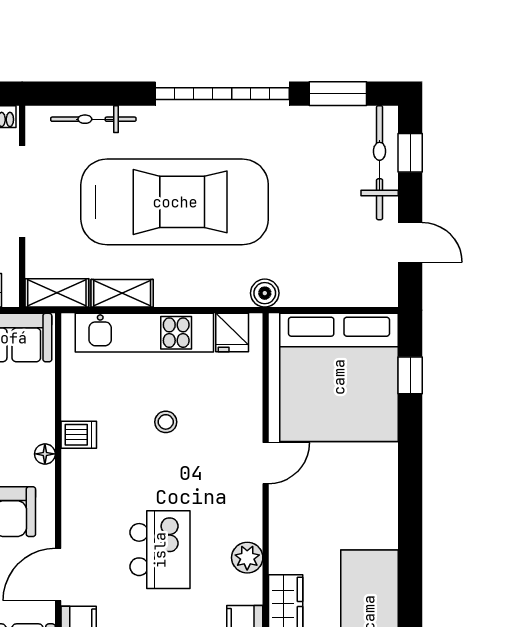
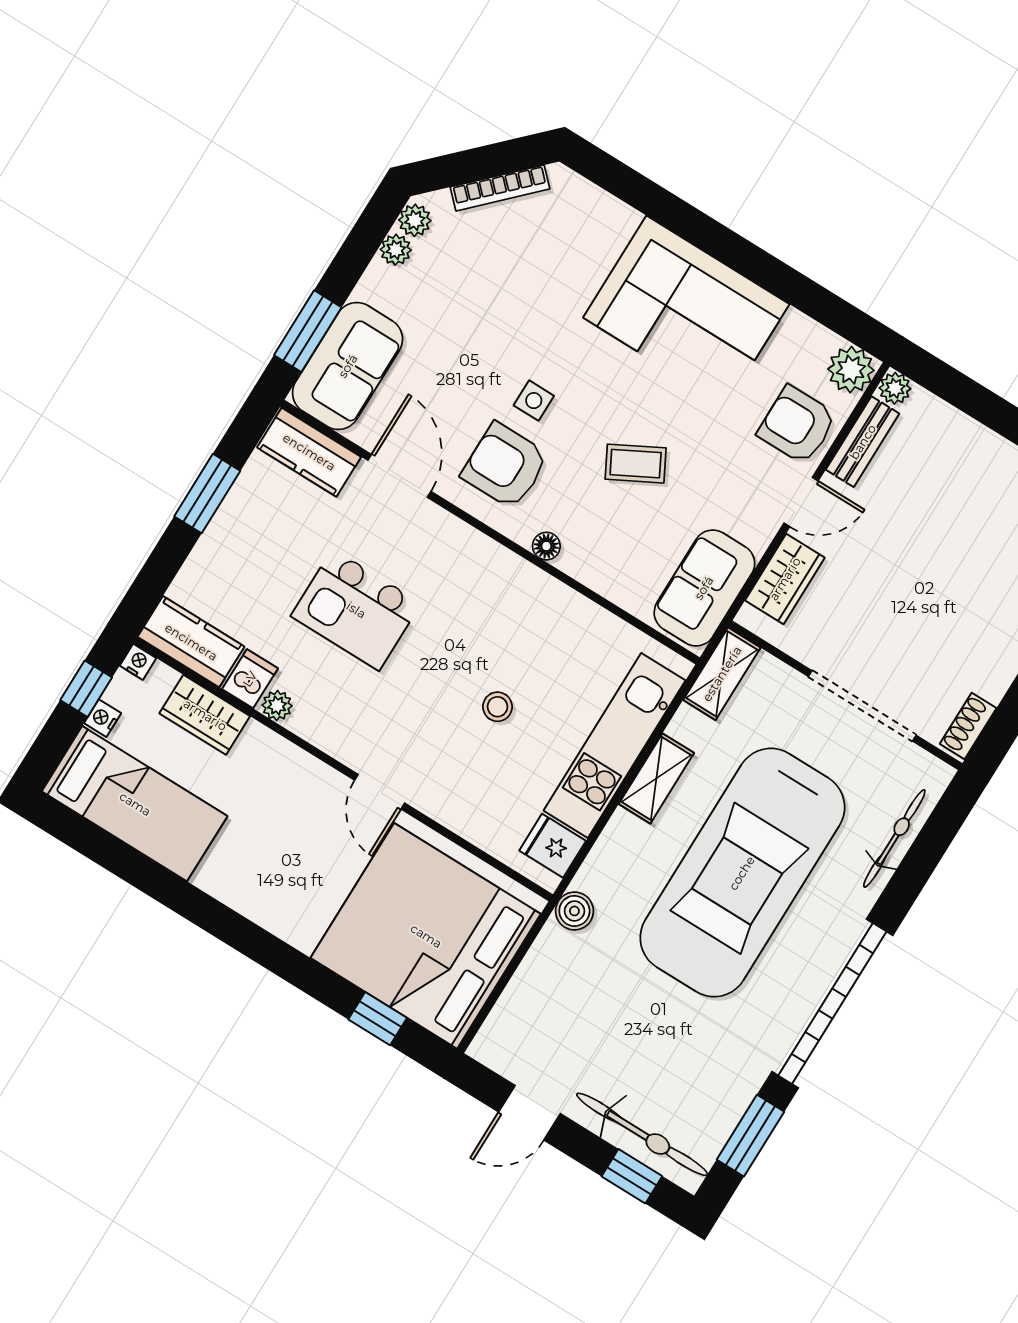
shelving: (122, 293) -> (656, 778), moved
dishwasher: (79, 435) -> (250, 679), moved, turned 180
plant: (247, 558) -> (277, 706), width x0.73, depth x0.73

